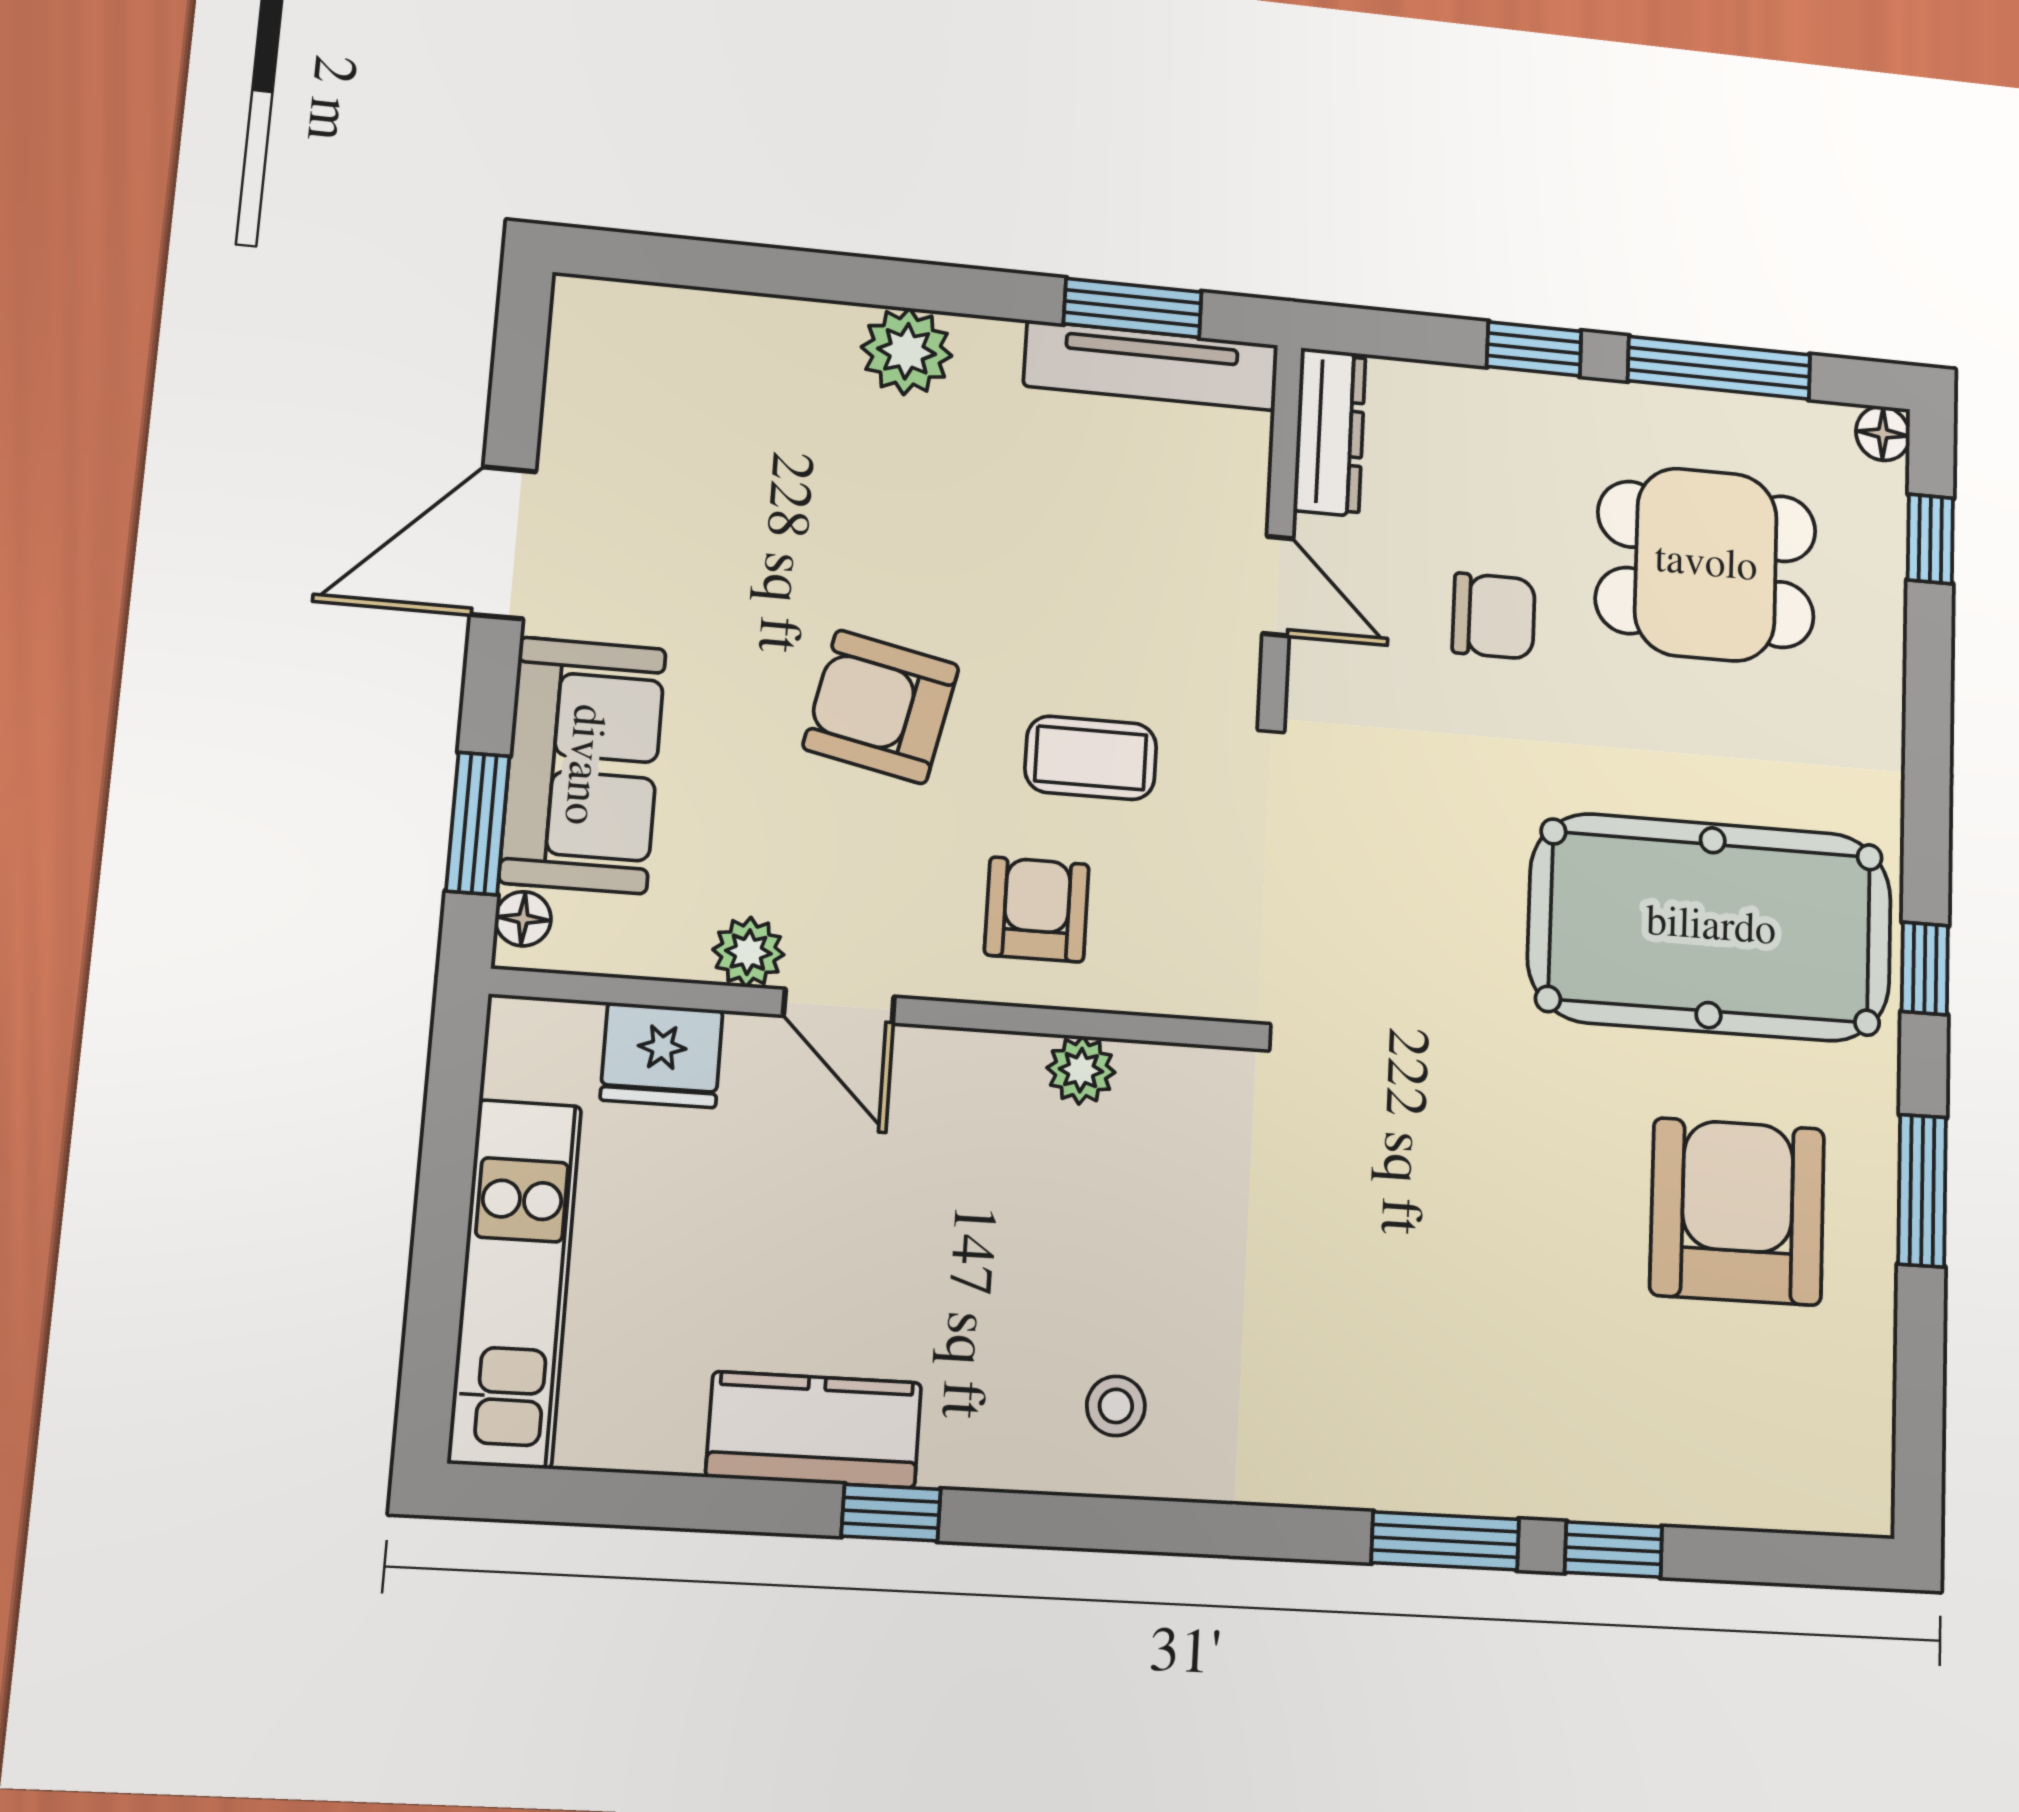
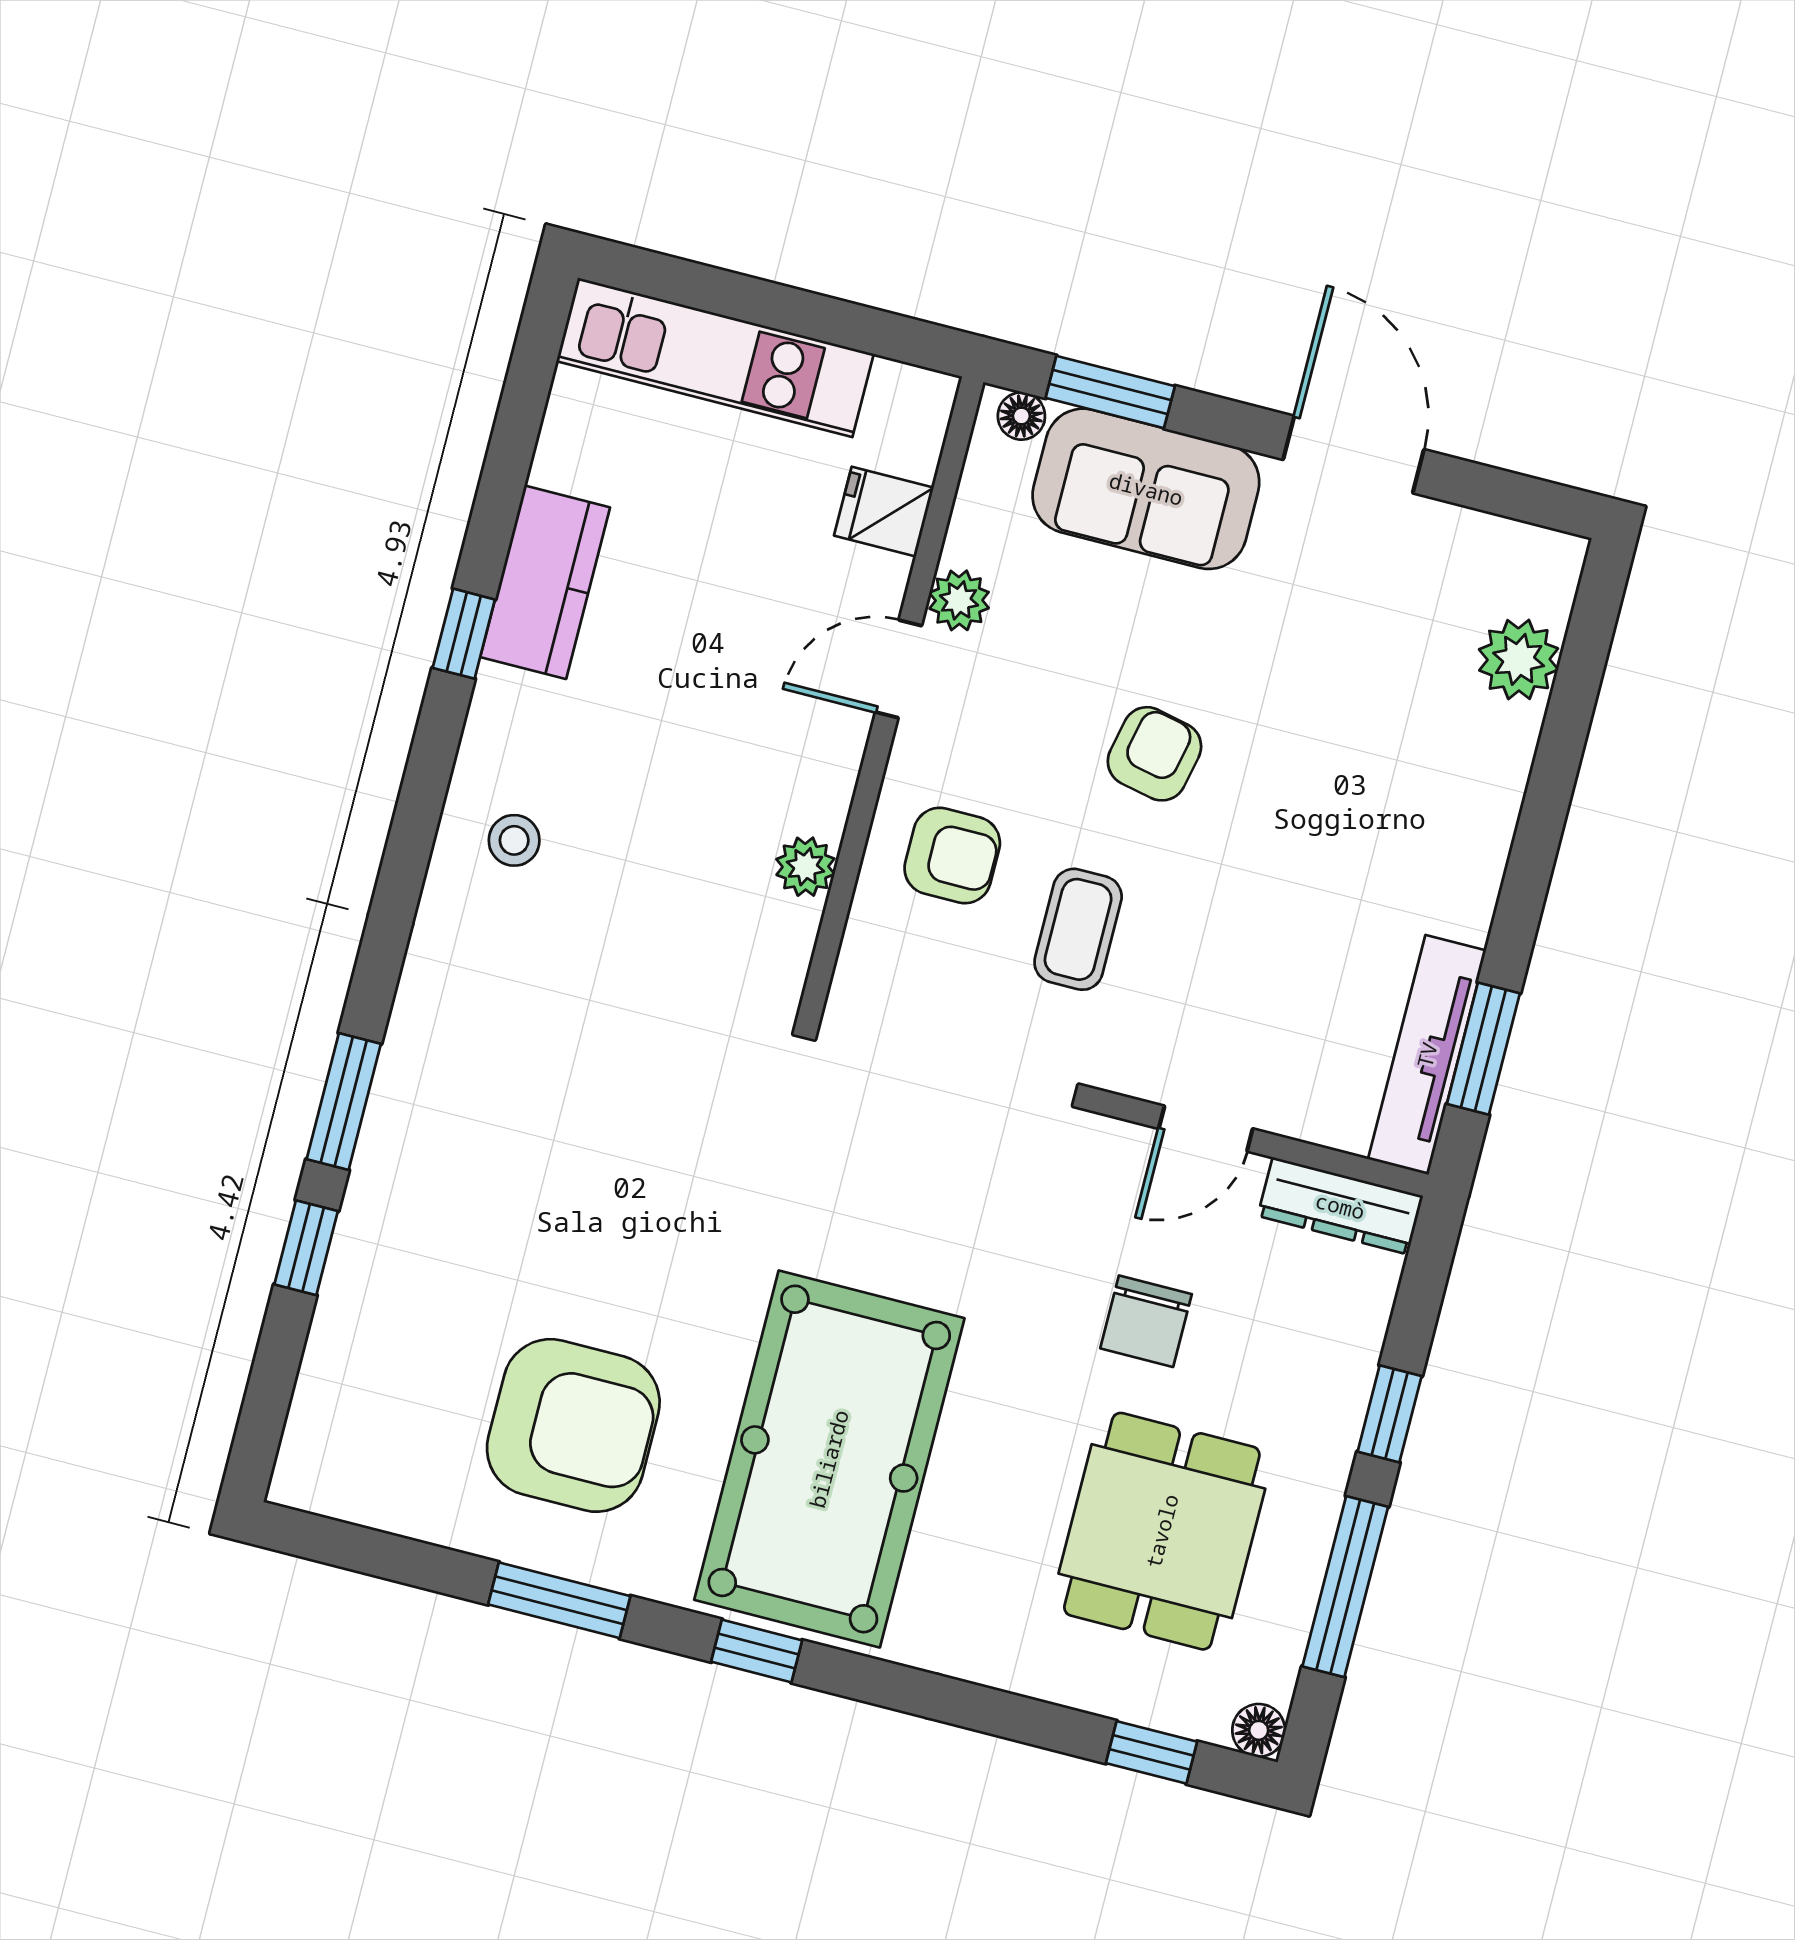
plant: (907, 351) -> (1519, 659), moved
armchair: (881, 707) -> (1154, 754), width x0.72, depth x0.72
fridge: (662, 1055) -> (884, 512), width x0.72

